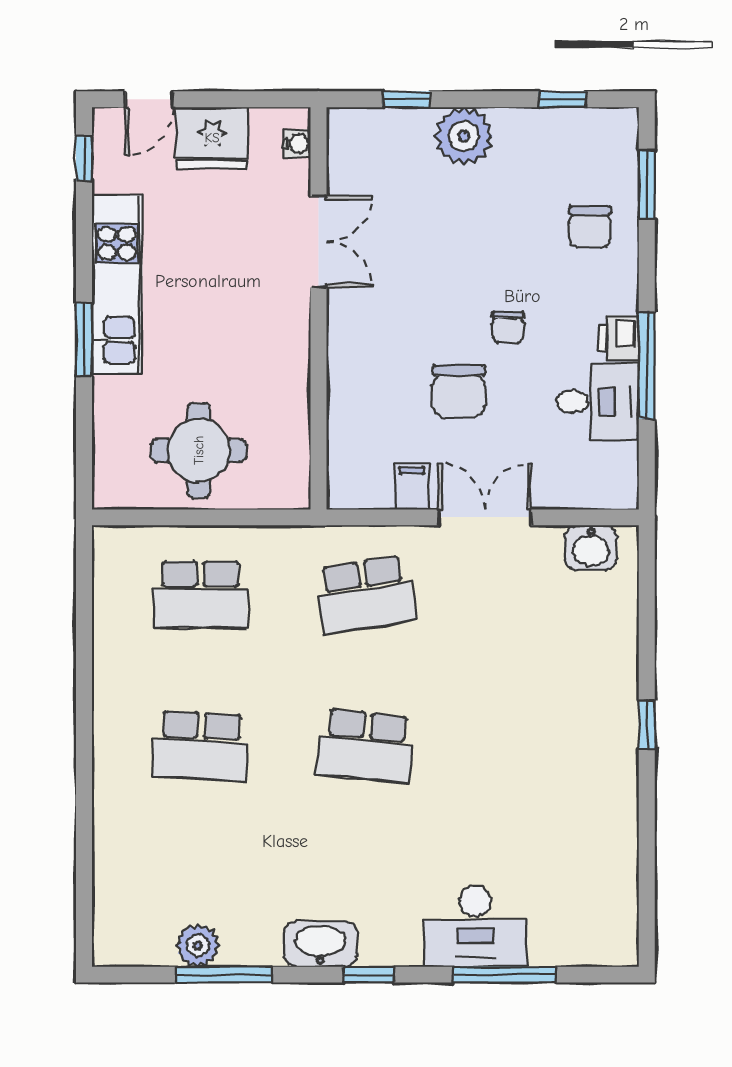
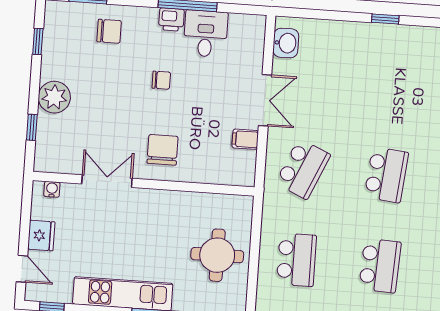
fridge: (212, 138) -> (41, 236), width x0.73, depth x0.75
chair: (459, 391) -> (163, 150), moved, turned -90
double door: (485, 517) -> (265, 100), swing flipped
school desk: (365, 595) -> (303, 169), turned 33

